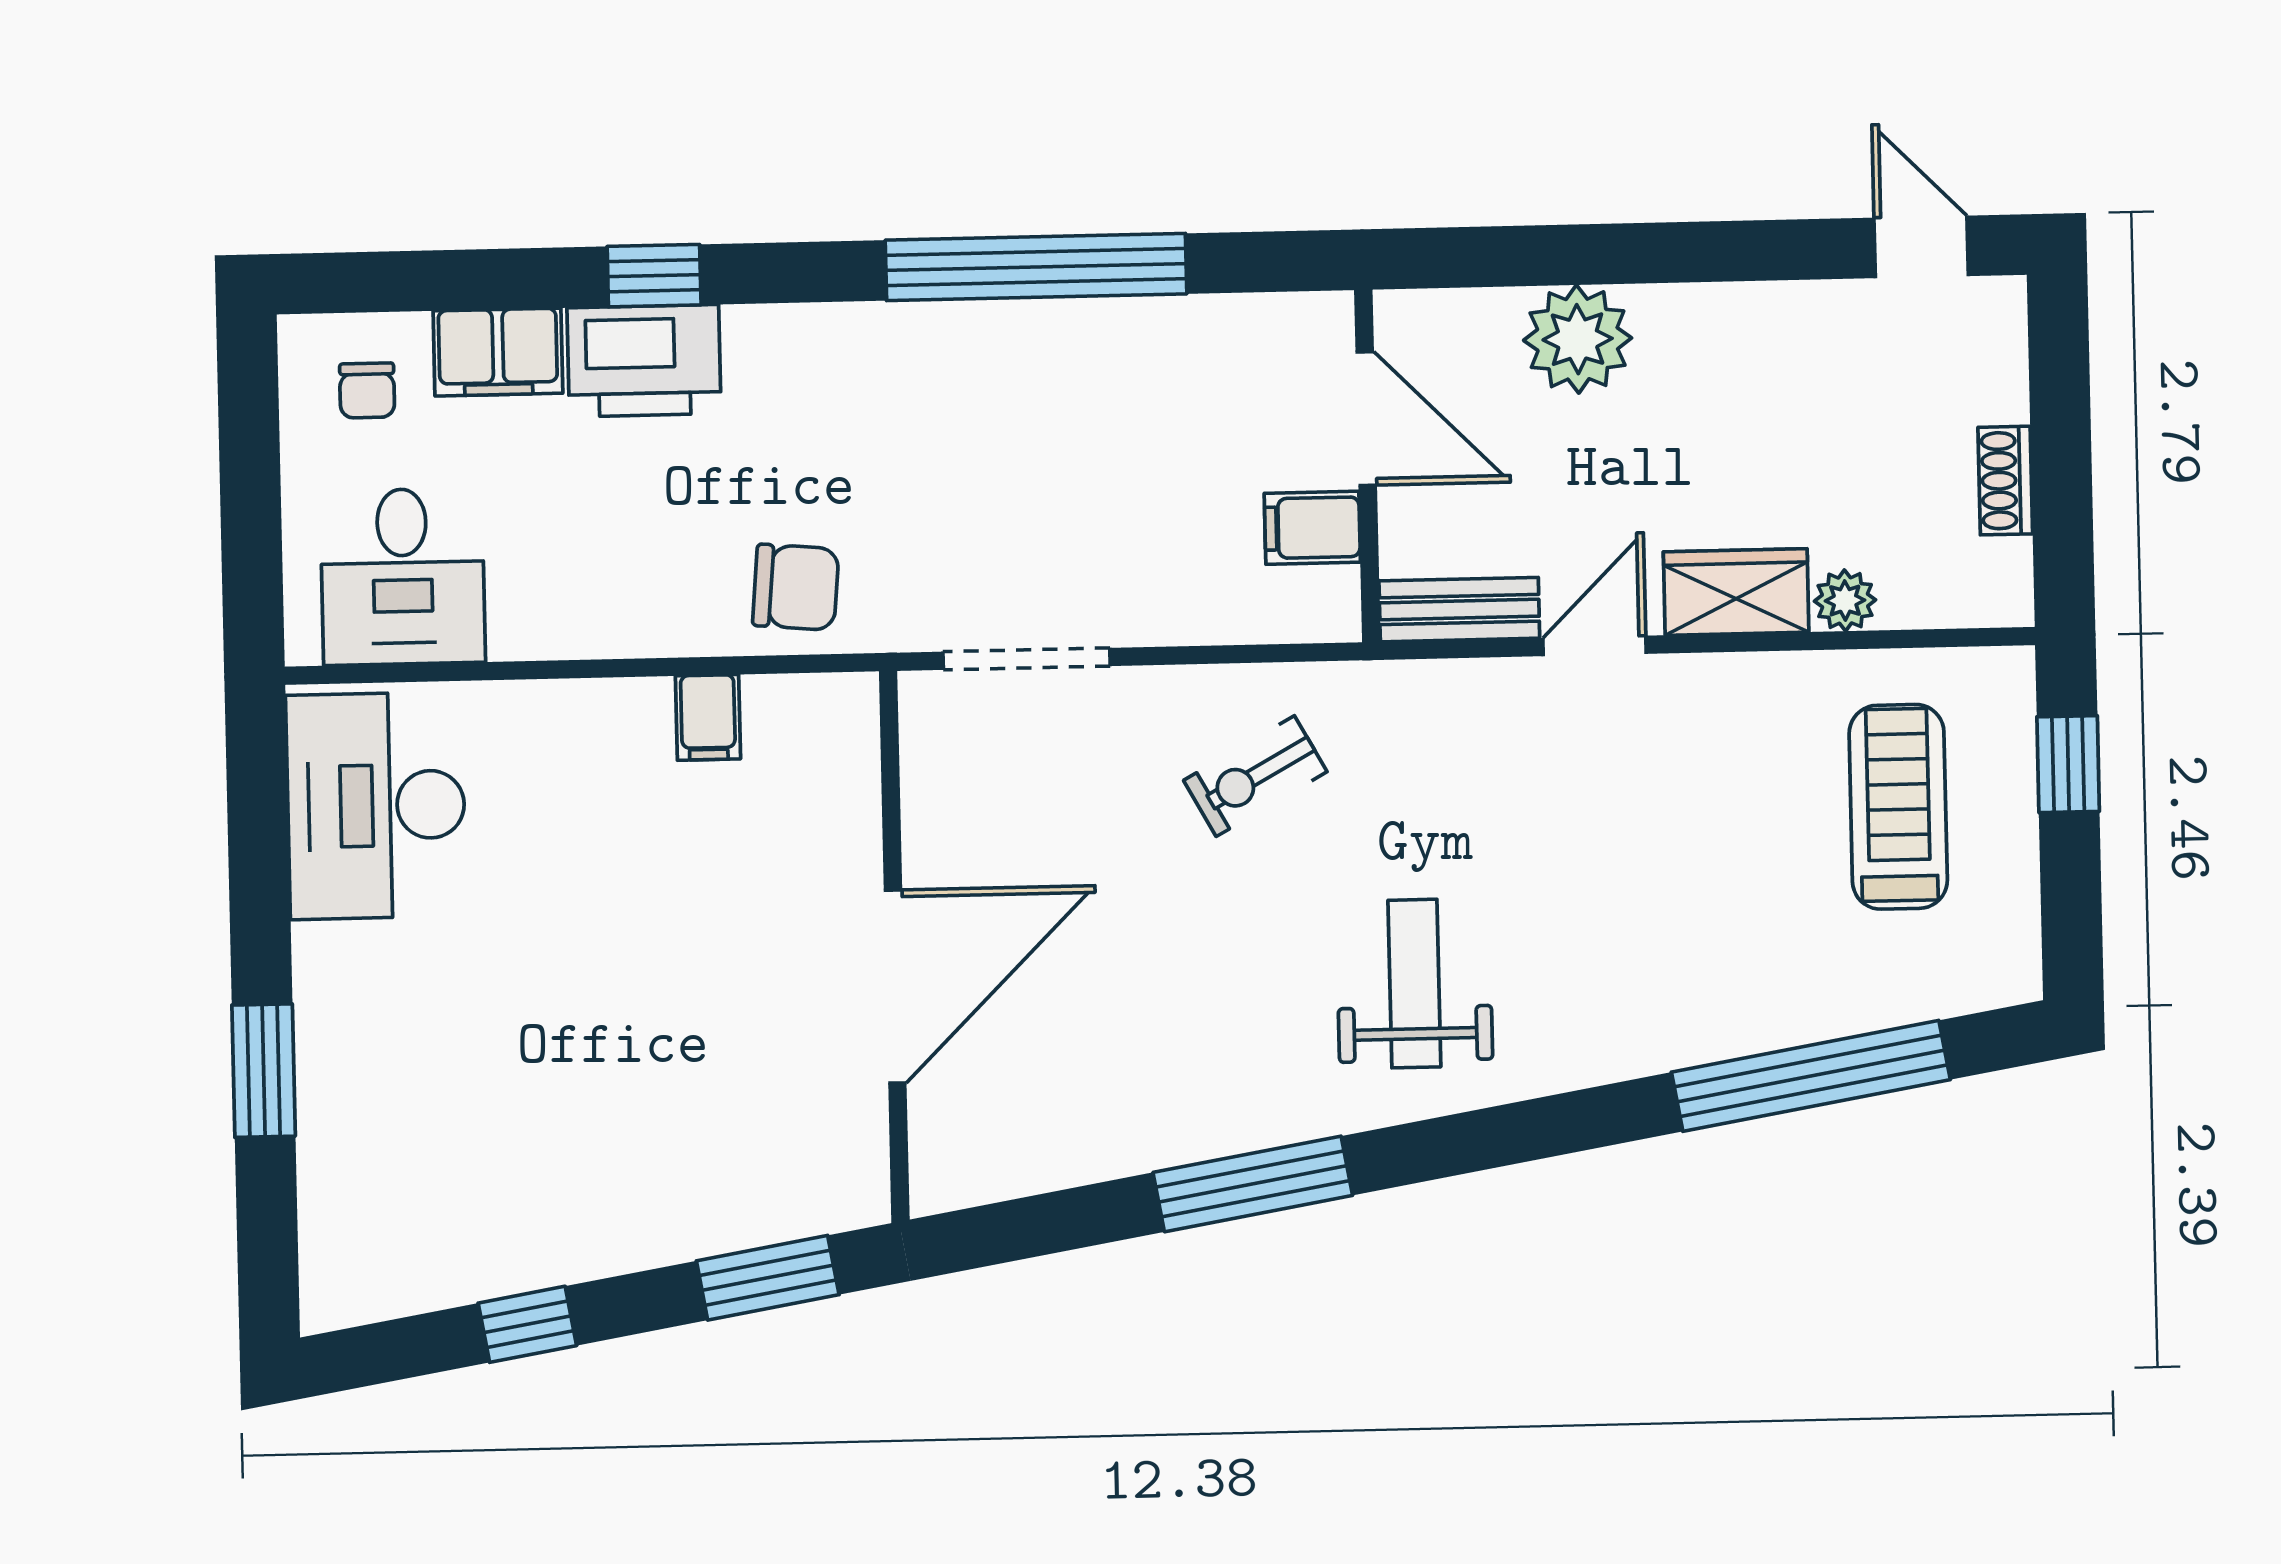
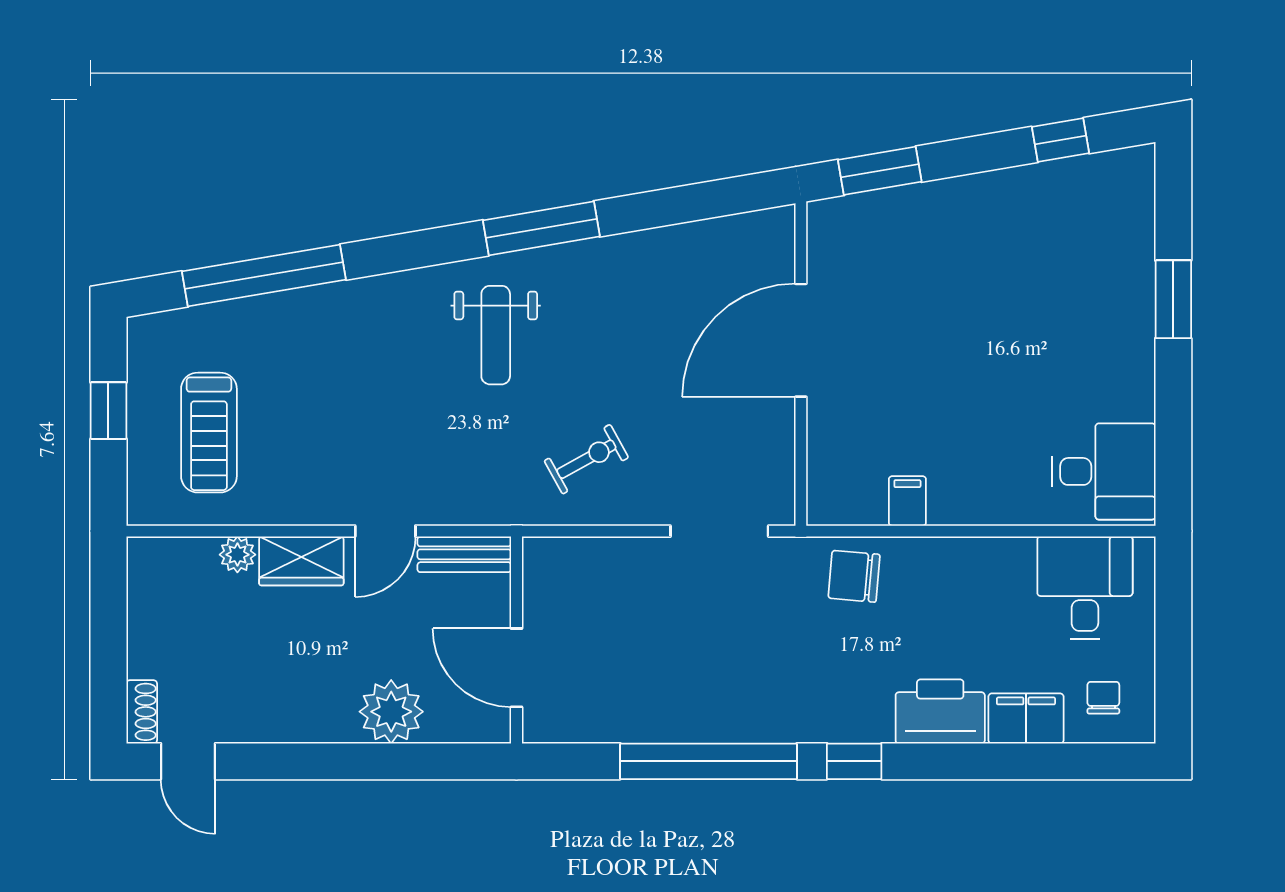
window: (654, 276) -> (854, 761), moved
shoe rack: (2005, 481) -> (142, 712), moved
filing cabinet: (1312, 528) -> (550, 604), removed
window: (2068, 764) -> (108, 411), moved
desk: (376, 806) -> (1104, 471), width x0.73
window: (1253, 1184) -> (541, 228), moved
window: (527, 1324) -> (1061, 140), moved

